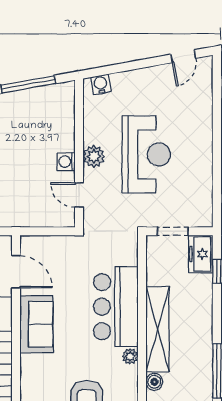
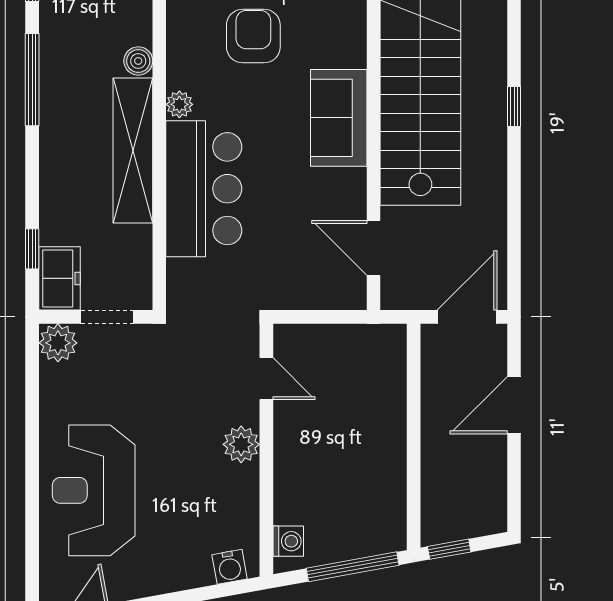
reception desk: (146, 154) -> (94, 490), moved
washing machine: (66, 162) -> (288, 541), moved
plant: (202, 216) -> (58, 343), added
sofa: (36, 324) -> (339, 118), moved

